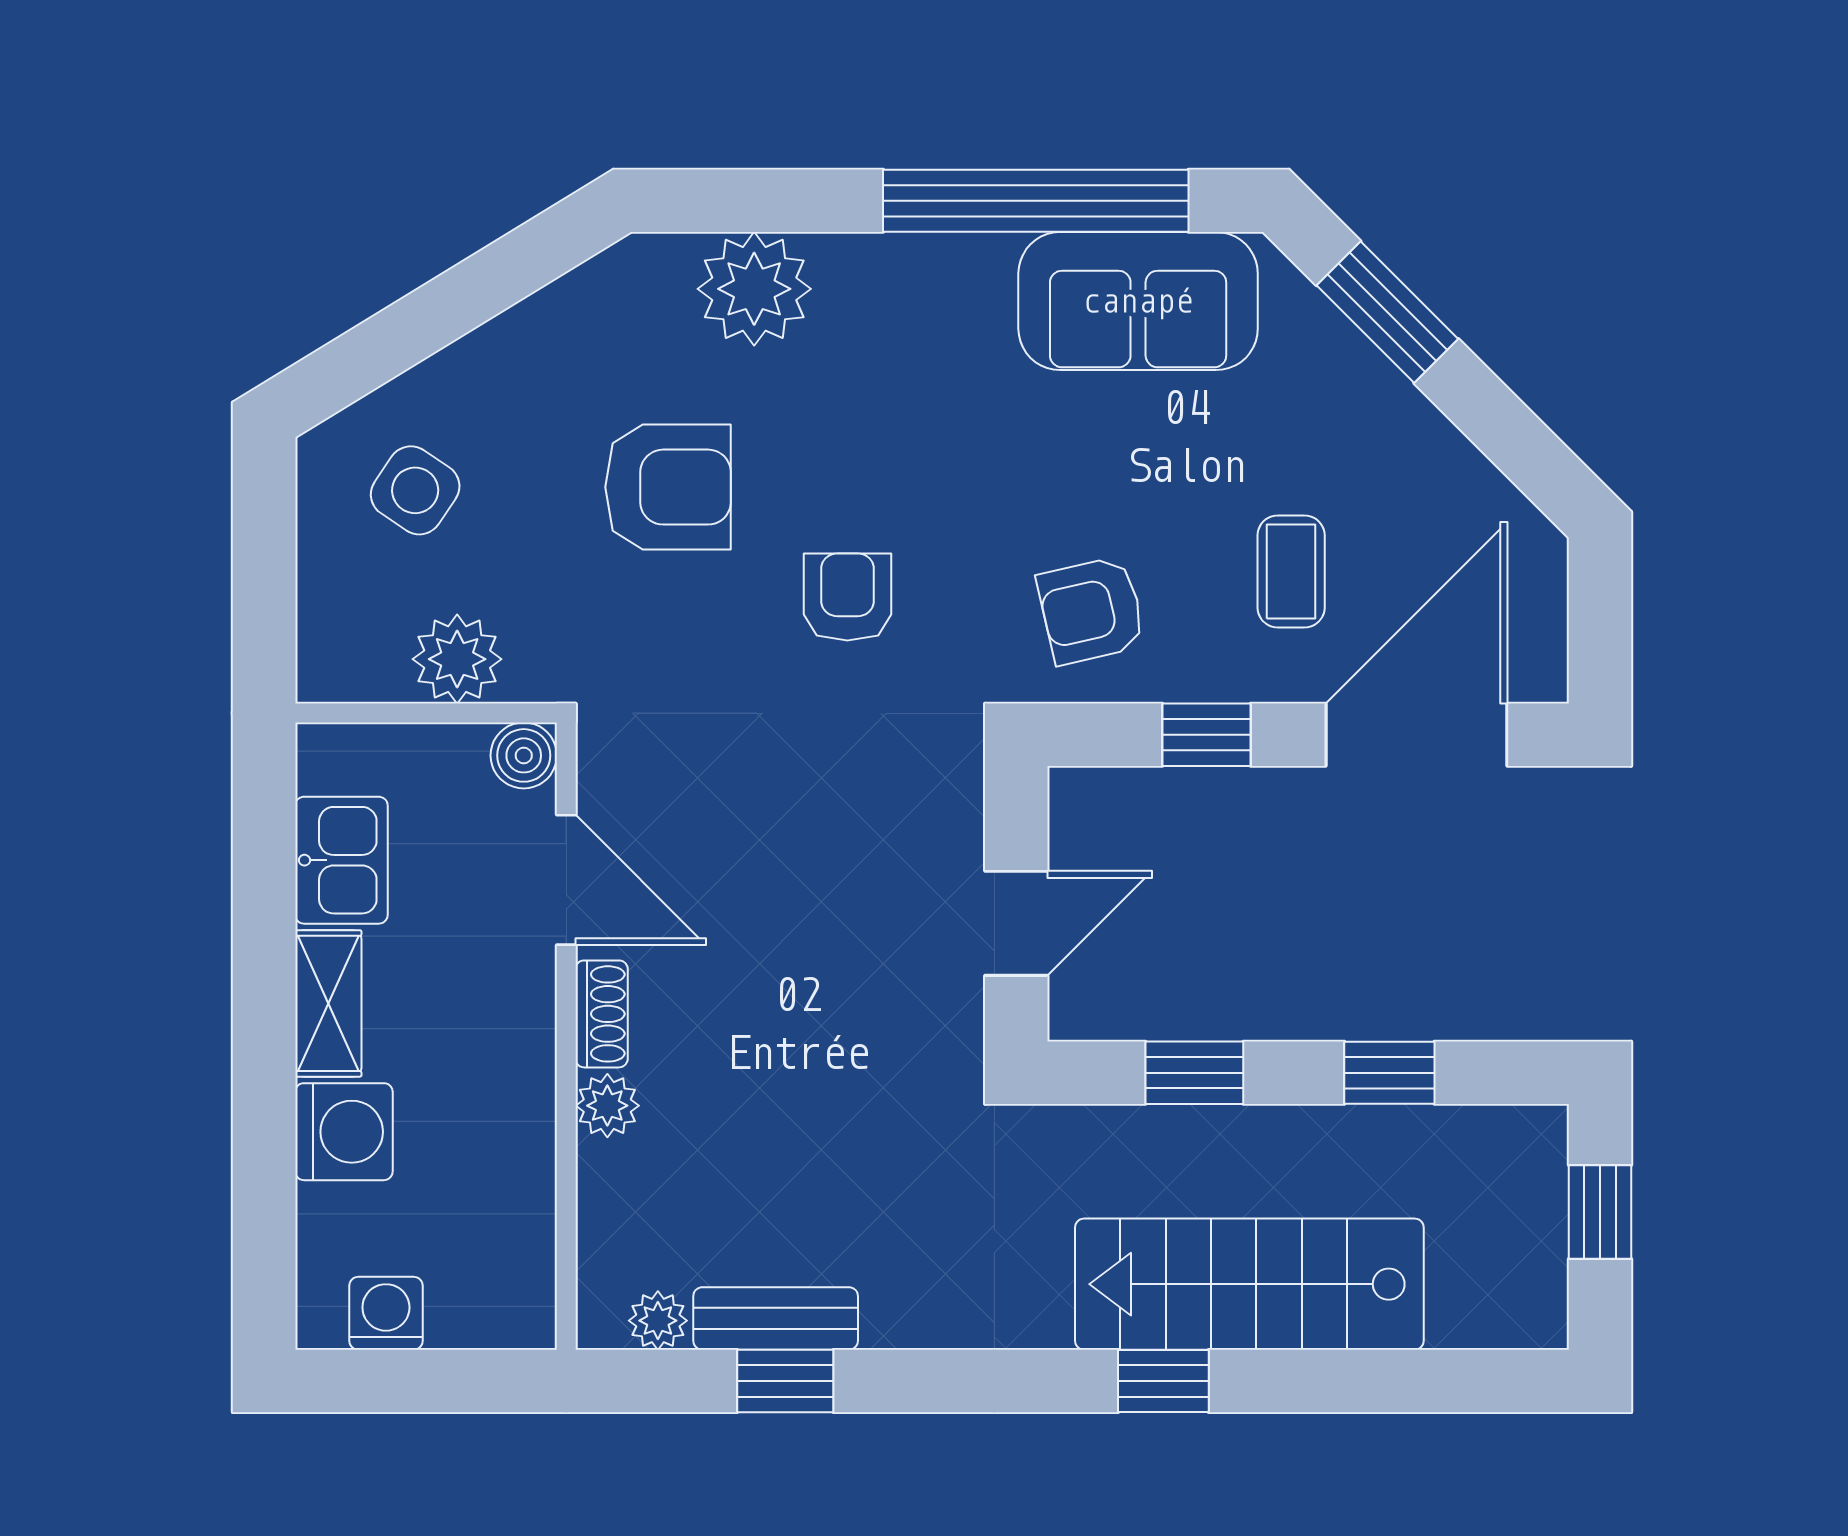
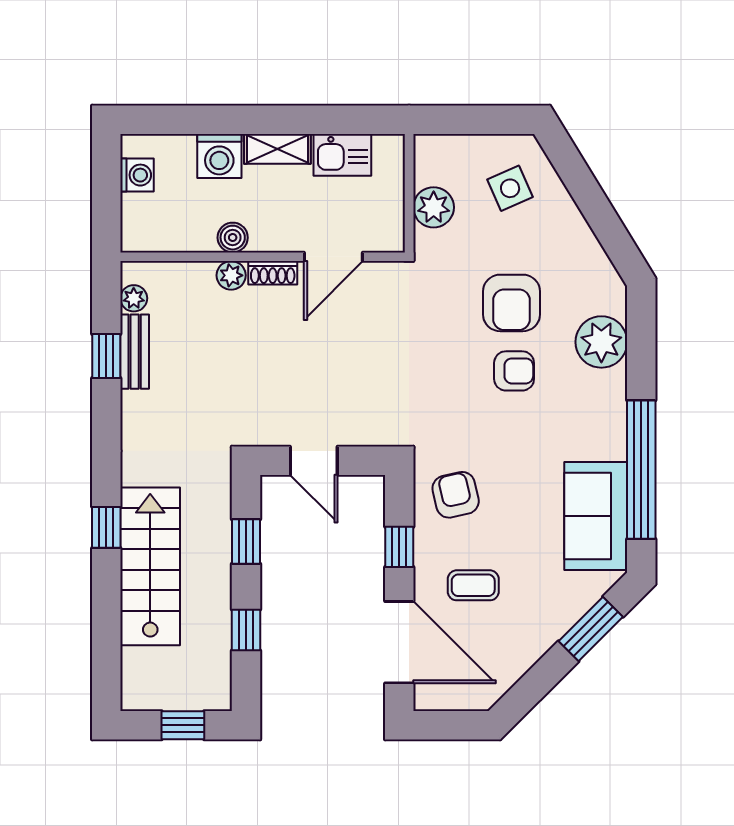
side table: (415, 490) -> (510, 188), turned 32
armchair: (847, 597) -> (514, 371), moved
boiler: (524, 755) -> (233, 238), moved

